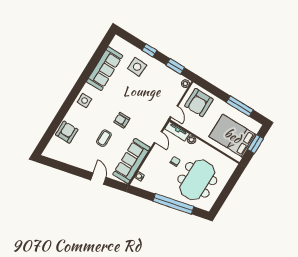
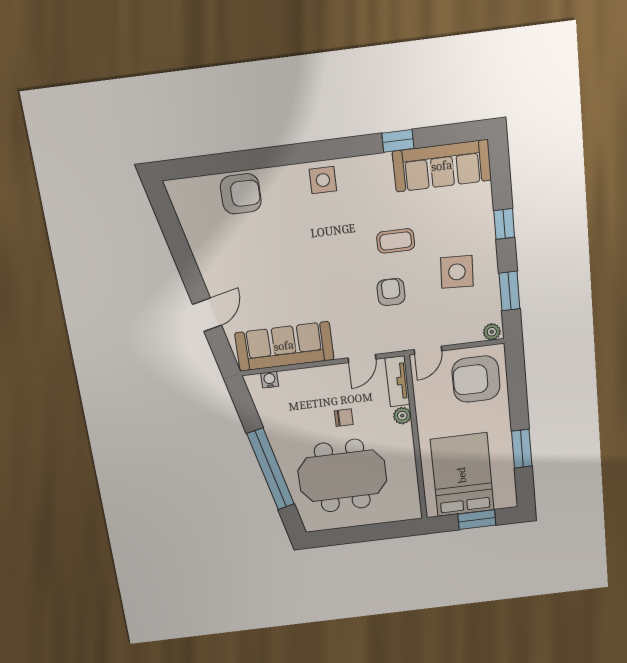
window: (92, 65) -> (398, 141), added
side table: (137, 67) -> (457, 272), moved
sofa: (105, 69) -> (442, 166), moved
window: (240, 106) -> (522, 449), width x0.69
armchair: (122, 120) -> (391, 292), moved
coffee table: (104, 138) -> (396, 241), moved

